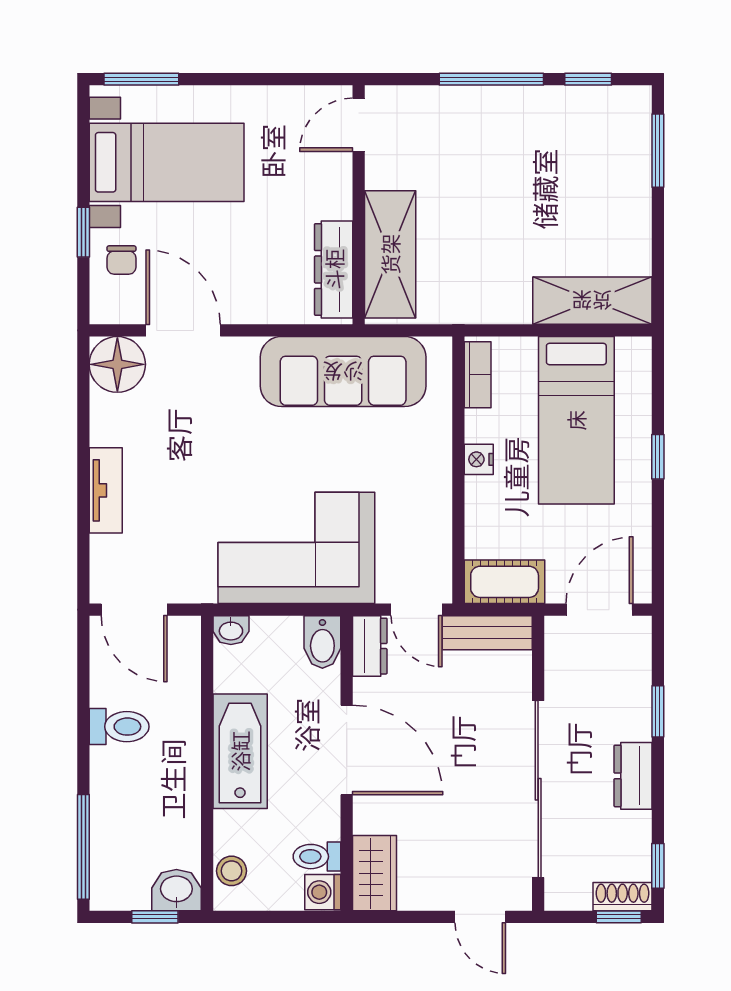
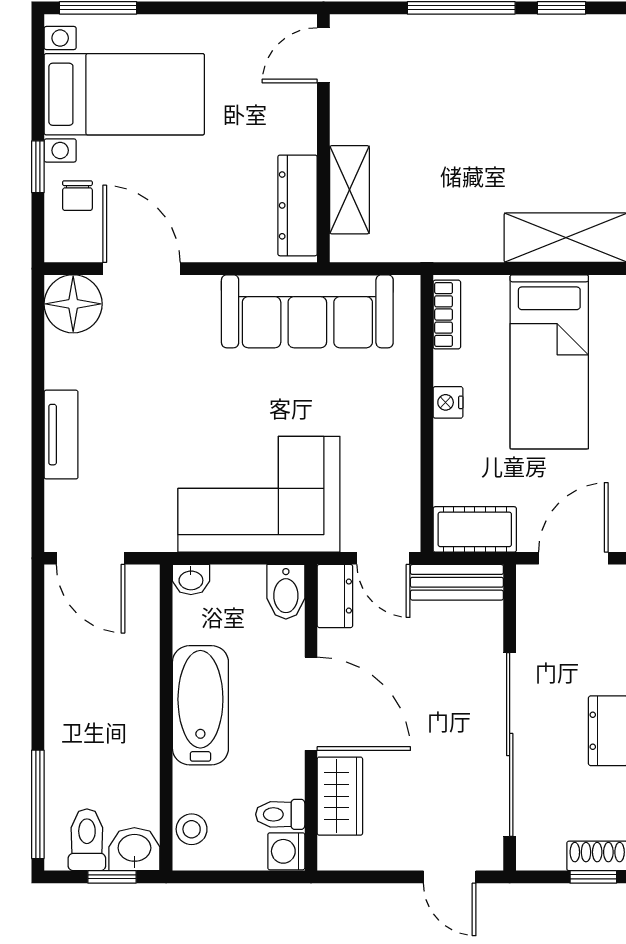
shelving: (390, 254) -> (349, 190), width x0.67, depth x0.75
toilet: (119, 727) -> (87, 840), moved, turned -90
wardrobe: (374, 873) -> (340, 796), moved

